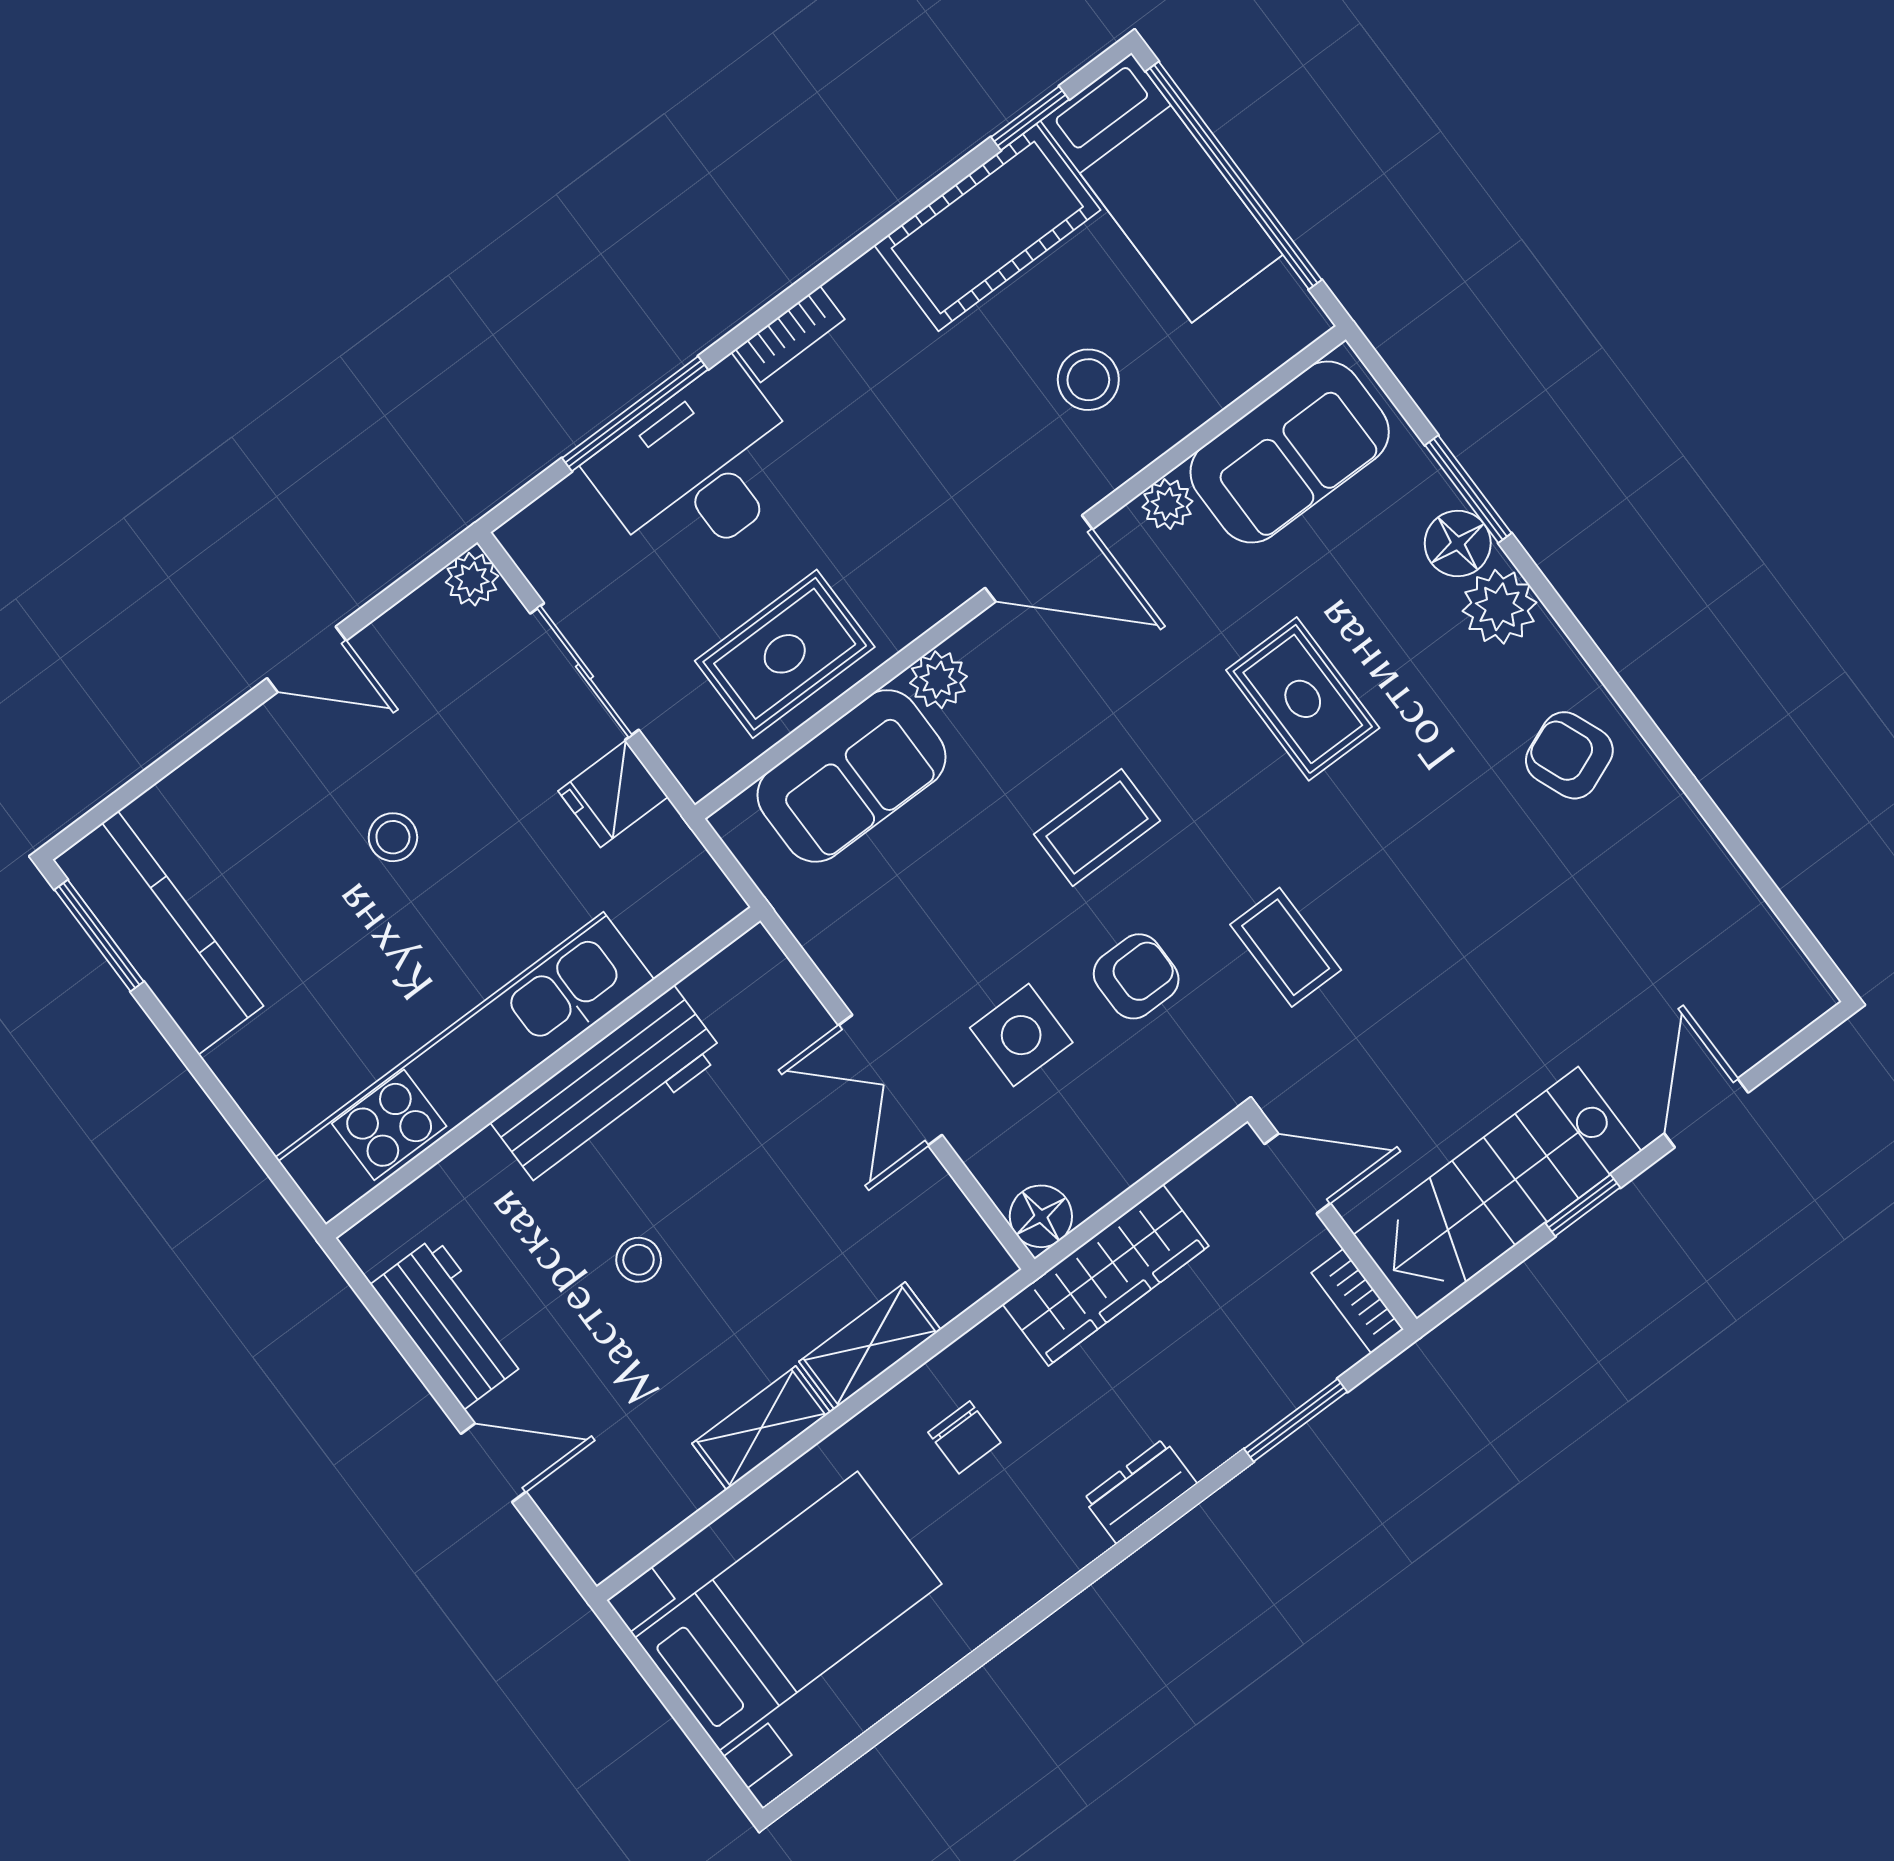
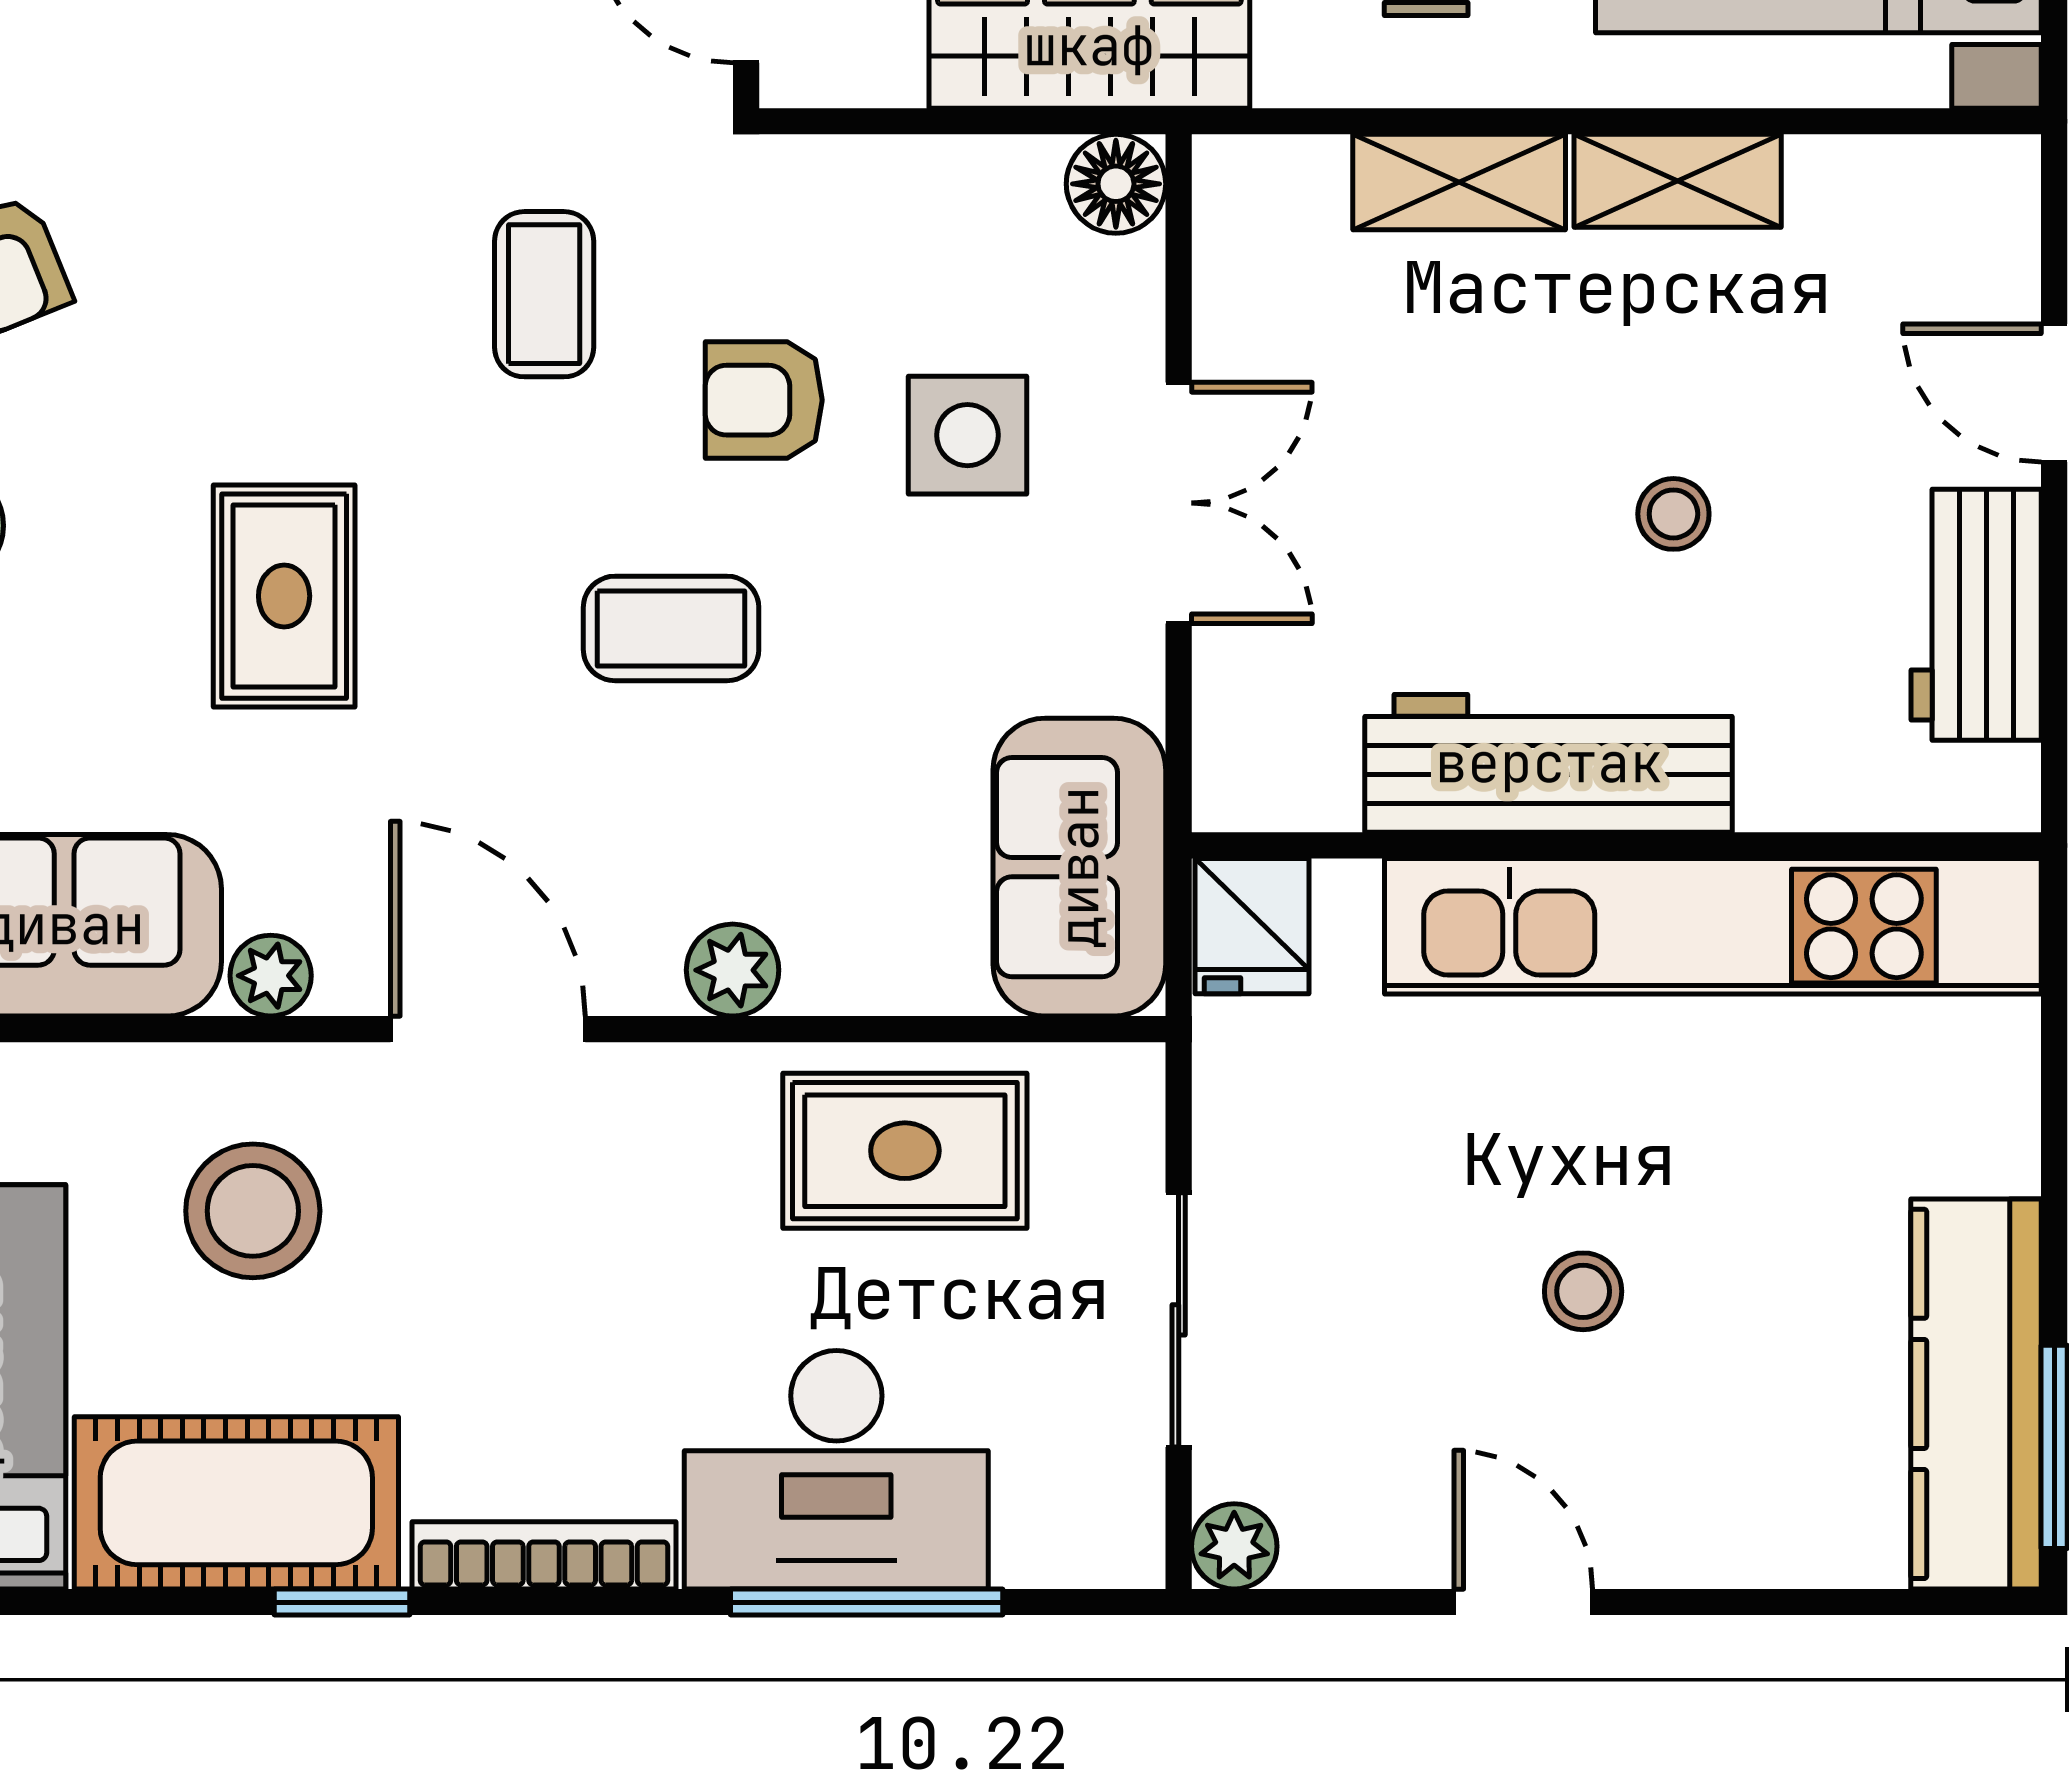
window: (1030, 118) -> (342, 1602), moved
bookcase: (790, 334) -> (544, 1555), width x1.56
stool: (1088, 380) -> (253, 1211), width x1.38, depth x1.38
sofa: (852, 776) -> (1079, 867), moved, turned -90
fridge: (613, 794) -> (1252, 926), moved, turned 90

